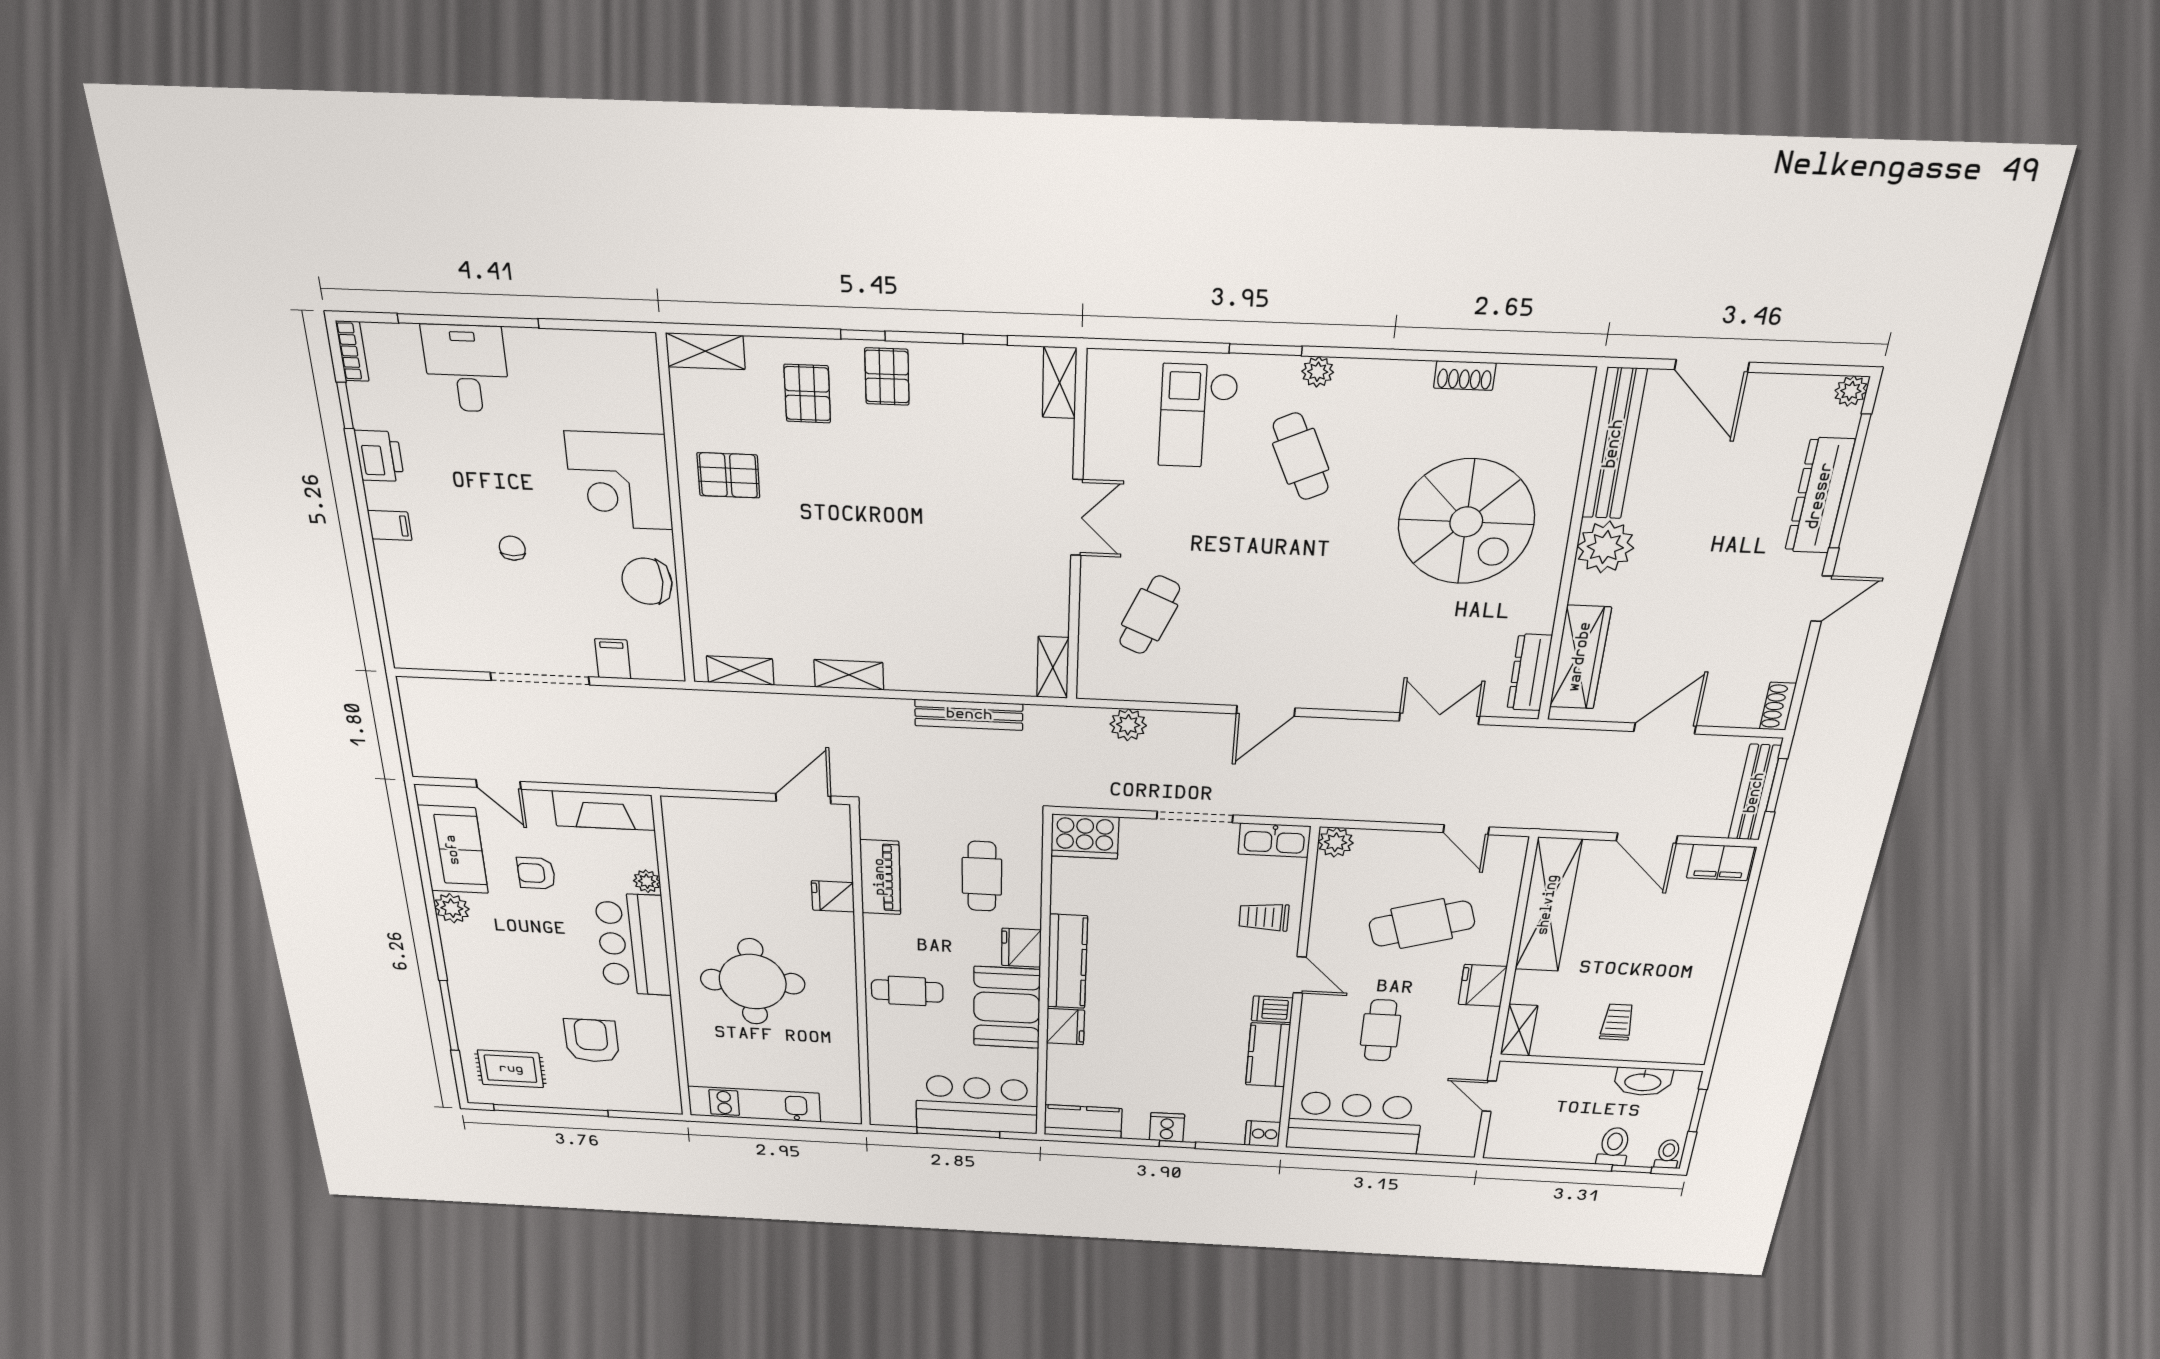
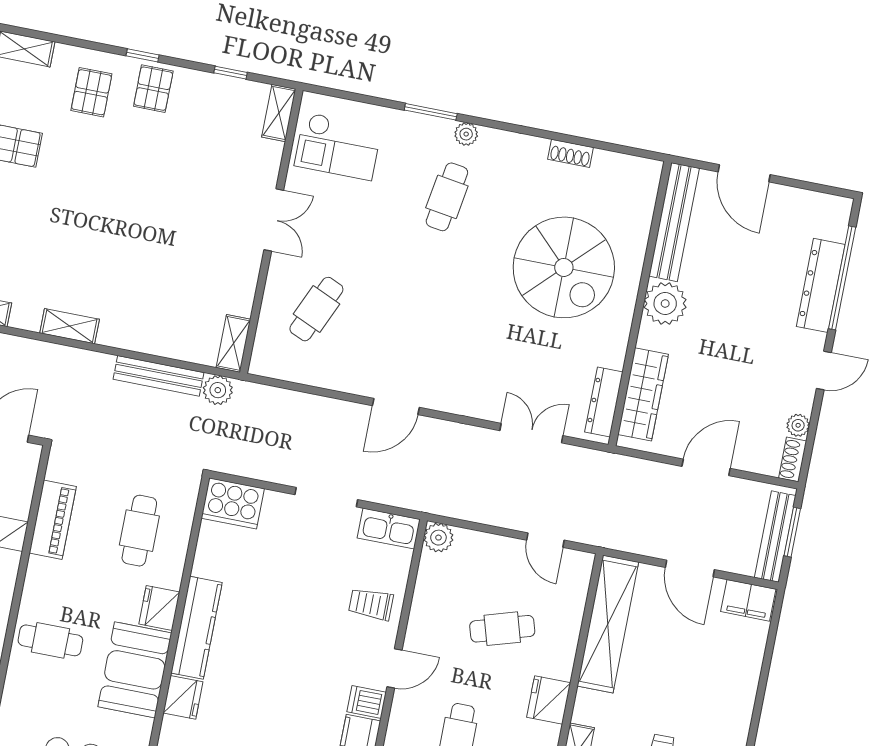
plant: (1851, 391) -> (798, 425), moved
checkout: (1198, 416) -> (338, 146), moved, turned -90
cafe table: (1301, 456) -> (447, 197), turned 33
plant: (1128, 725) -> (218, 390), moved
cafe table: (1422, 924) -> (502, 629), width x0.73, depth x0.74
door: (1300, 975) -> (394, 668), hinge flipped

